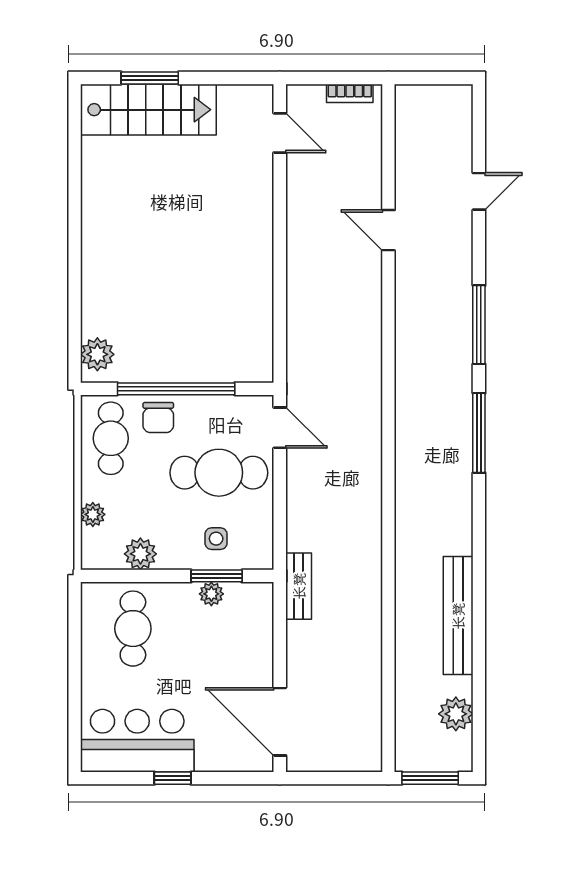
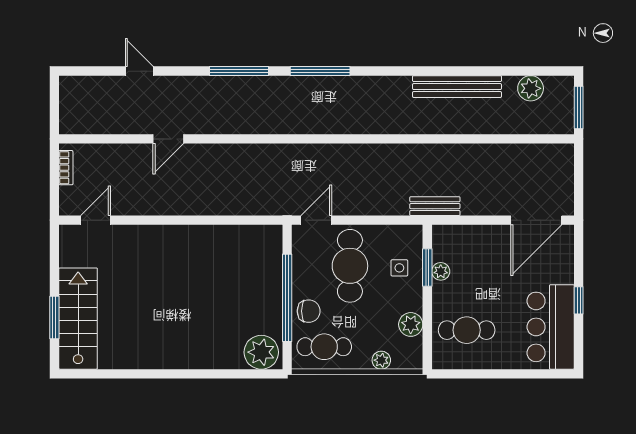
plant: (97, 354) -> (261, 352), width x1.36, depth x1.36

